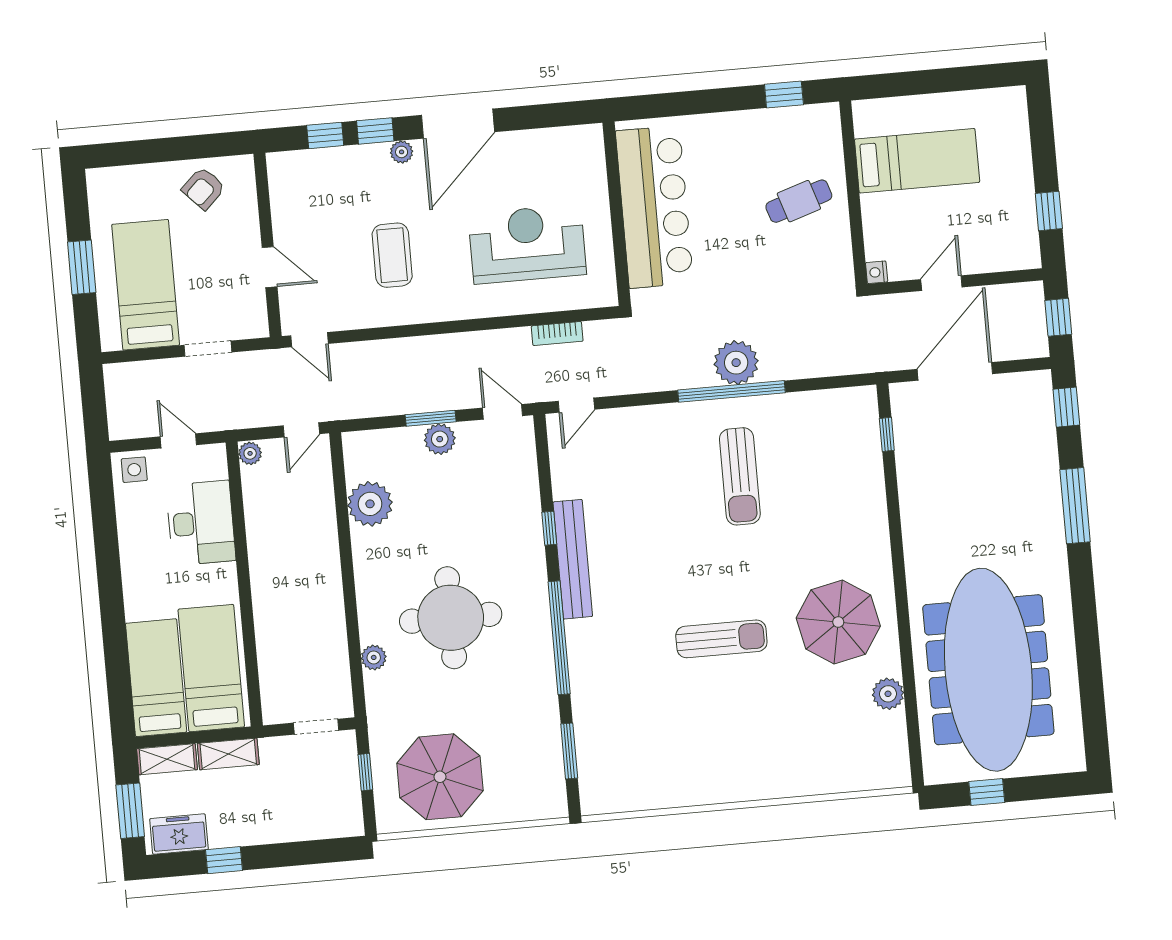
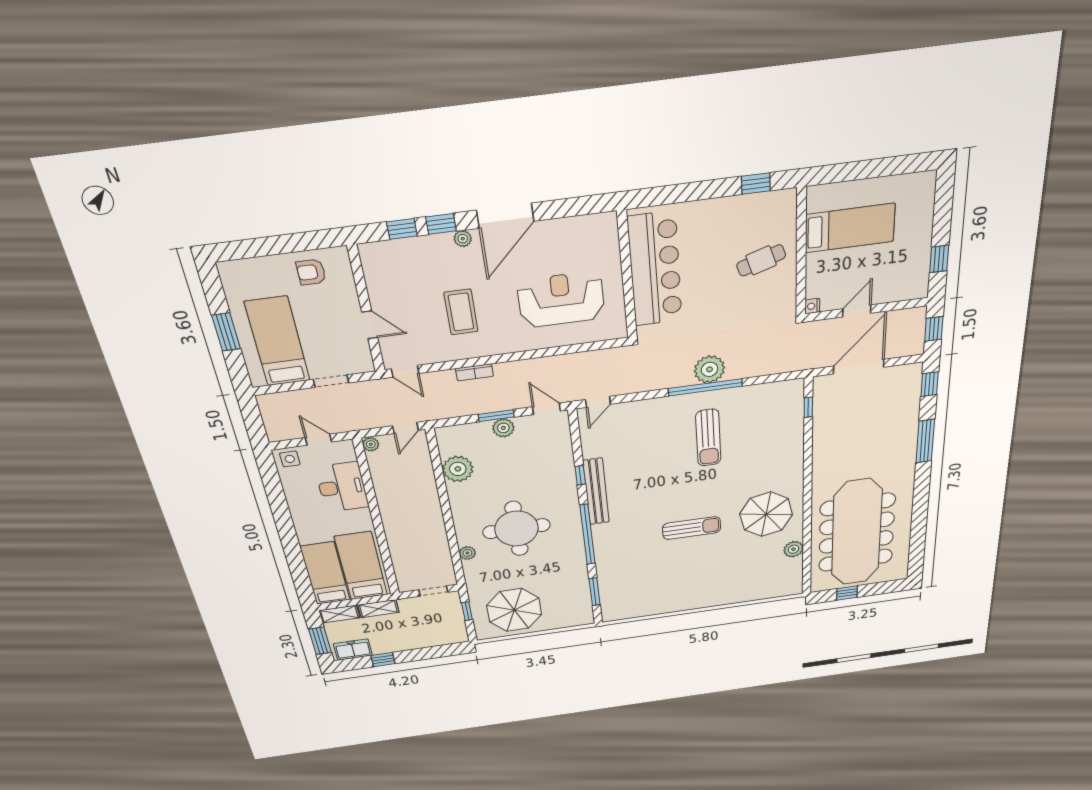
armchair: (203, 188) -> (311, 272), turned 44
bookcase: (557, 334) -> (474, 372), moved

